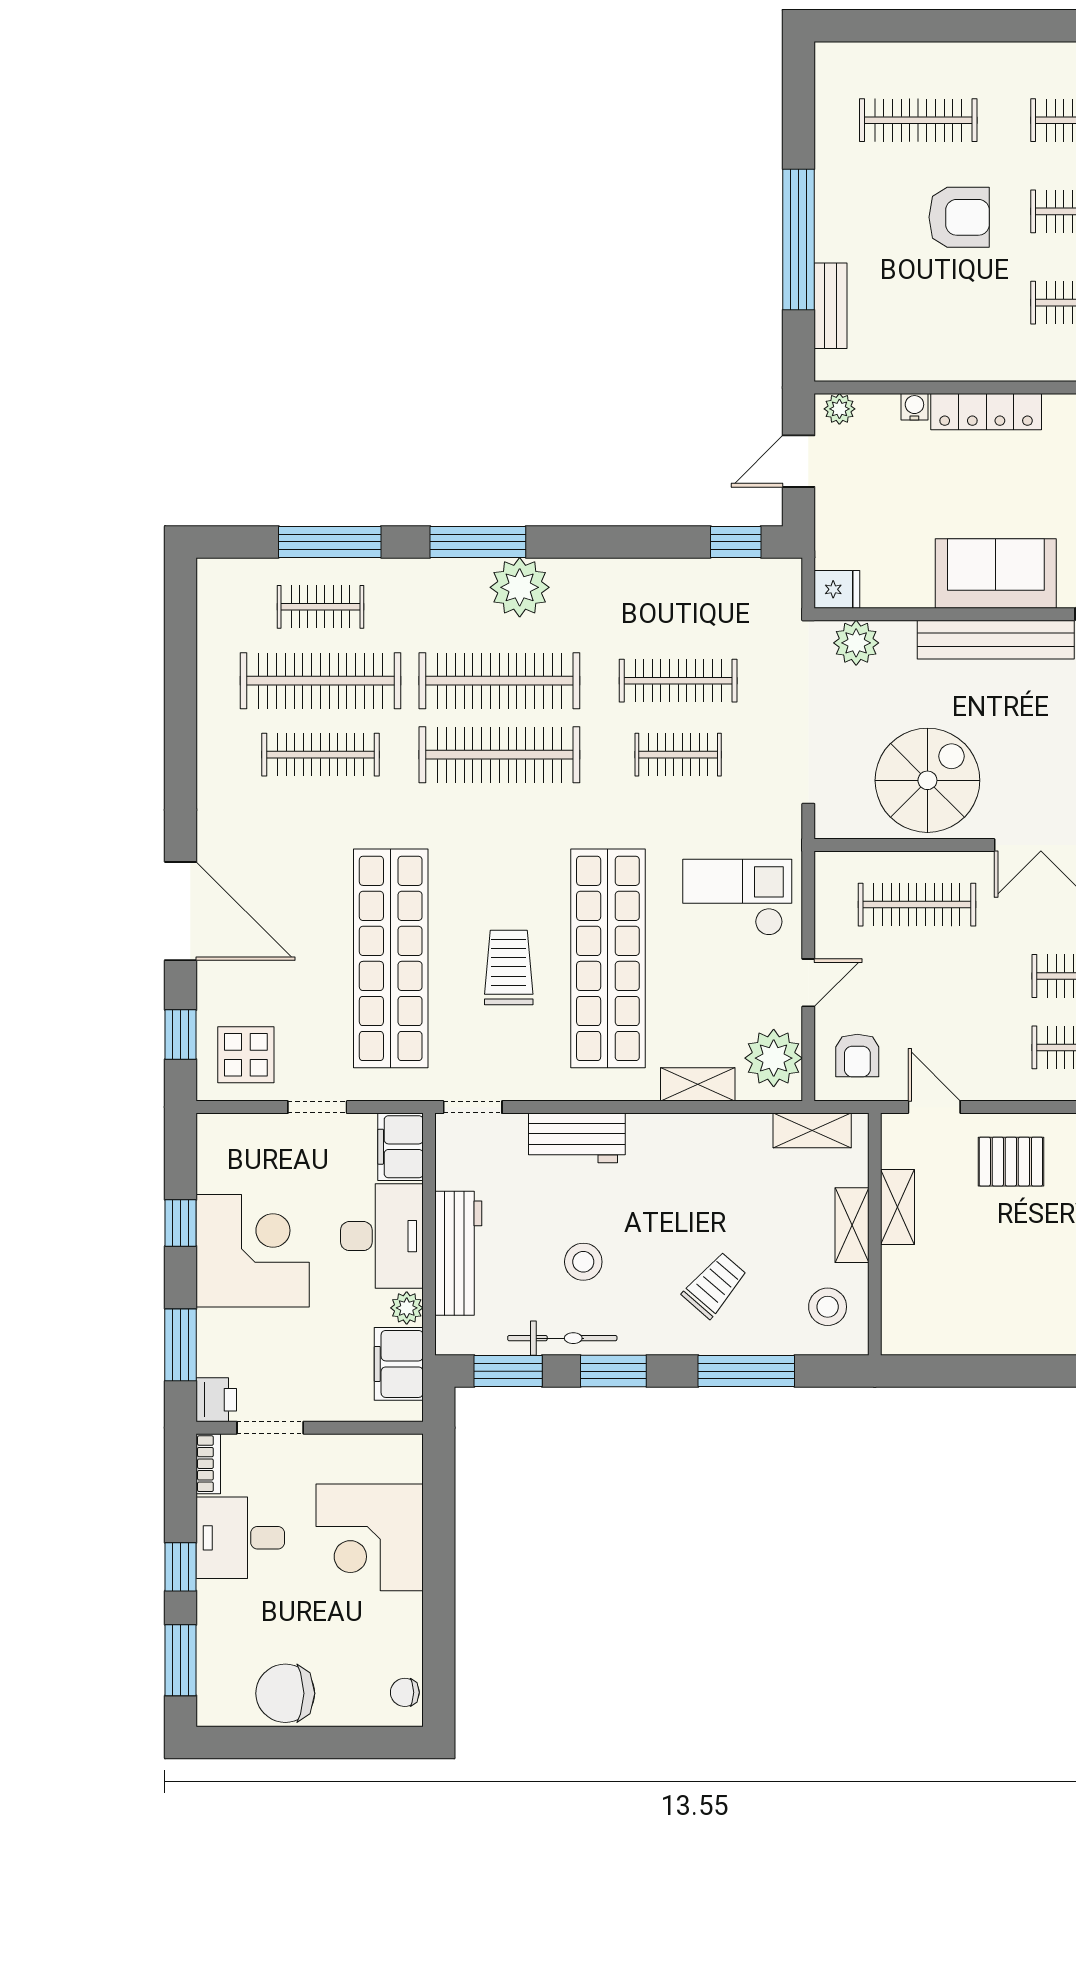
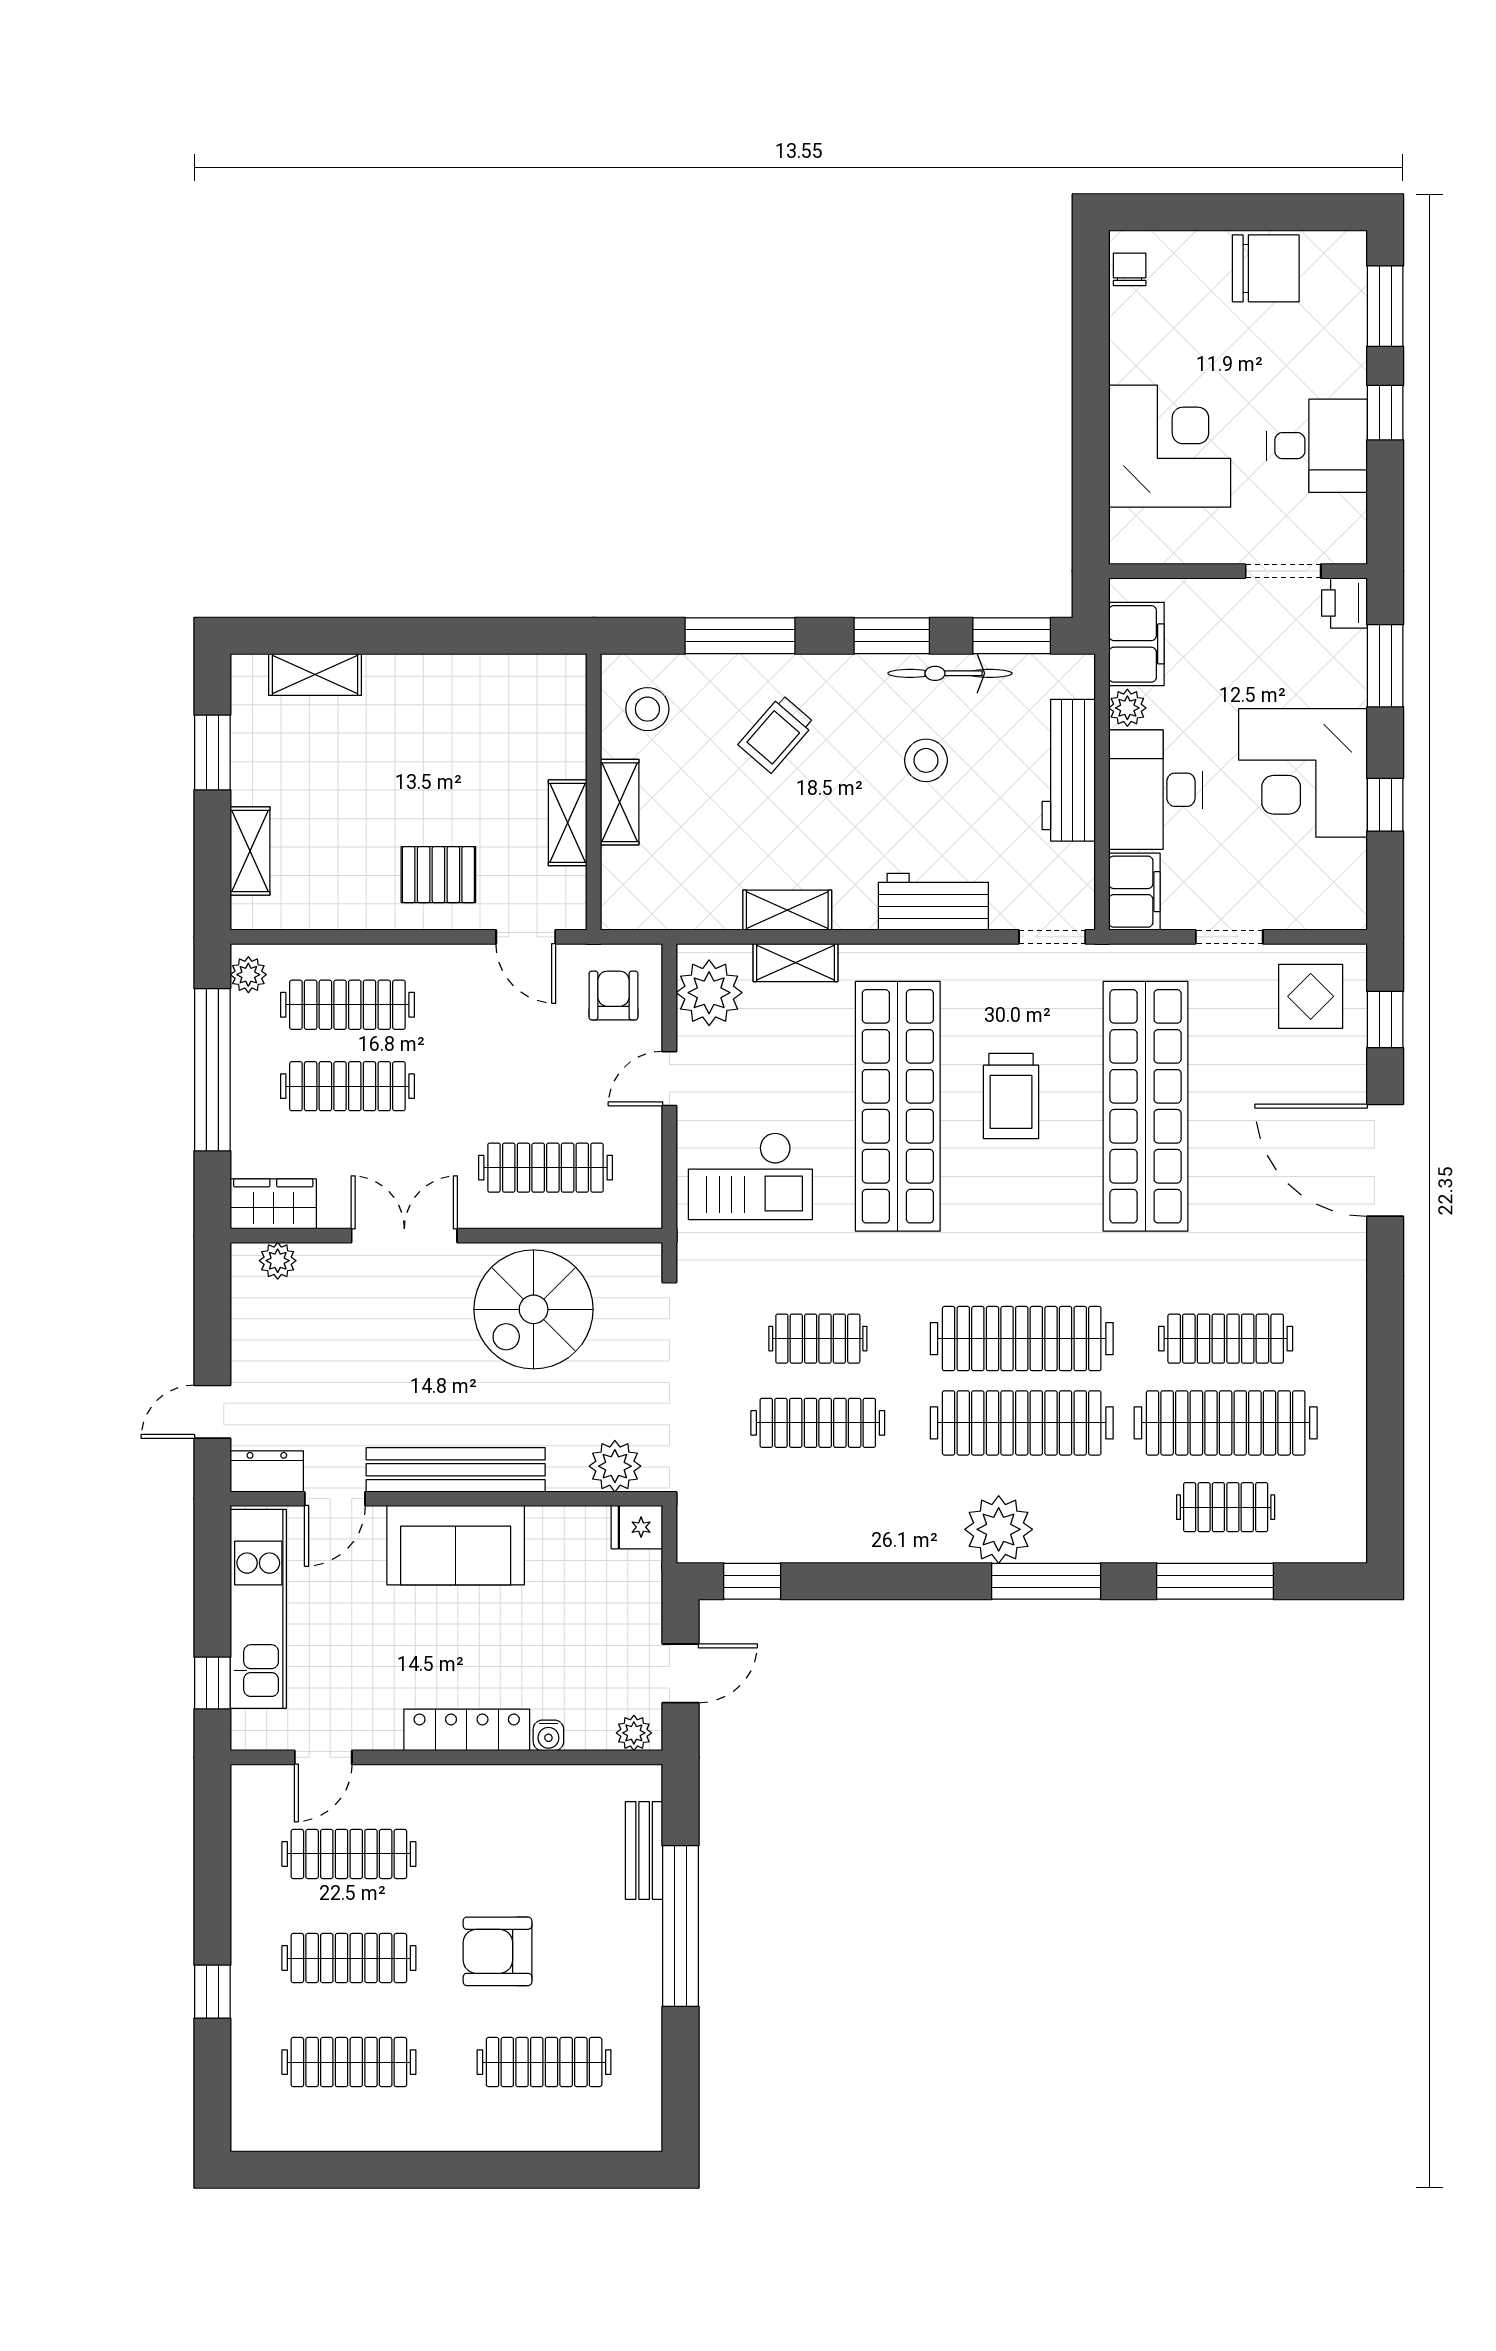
shelving: (812, 1130) -> (787, 910), moved
bookcase: (208, 1464) -> (1354, 530), removed
chair: (405, 1692) -> (1130, 269), turned -90

